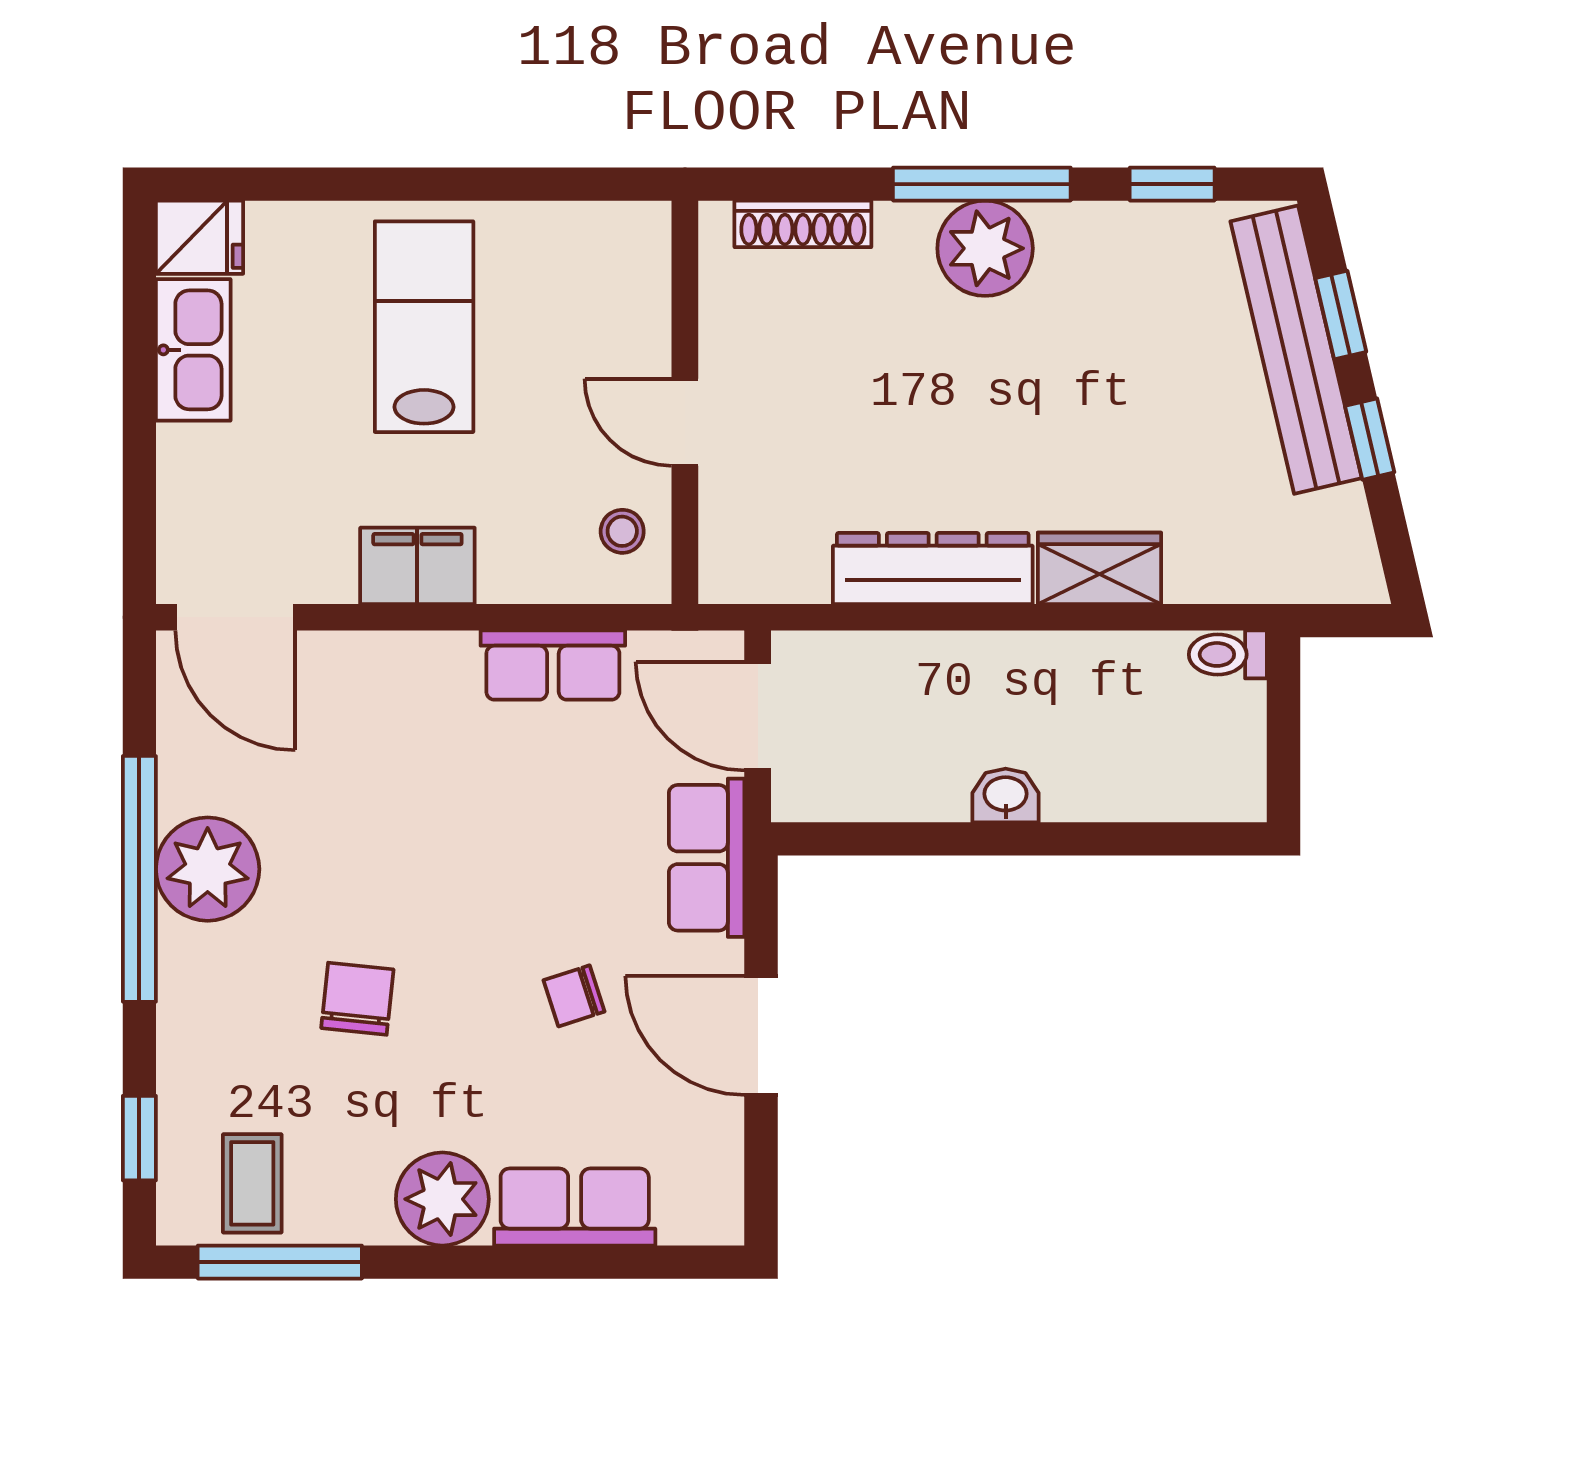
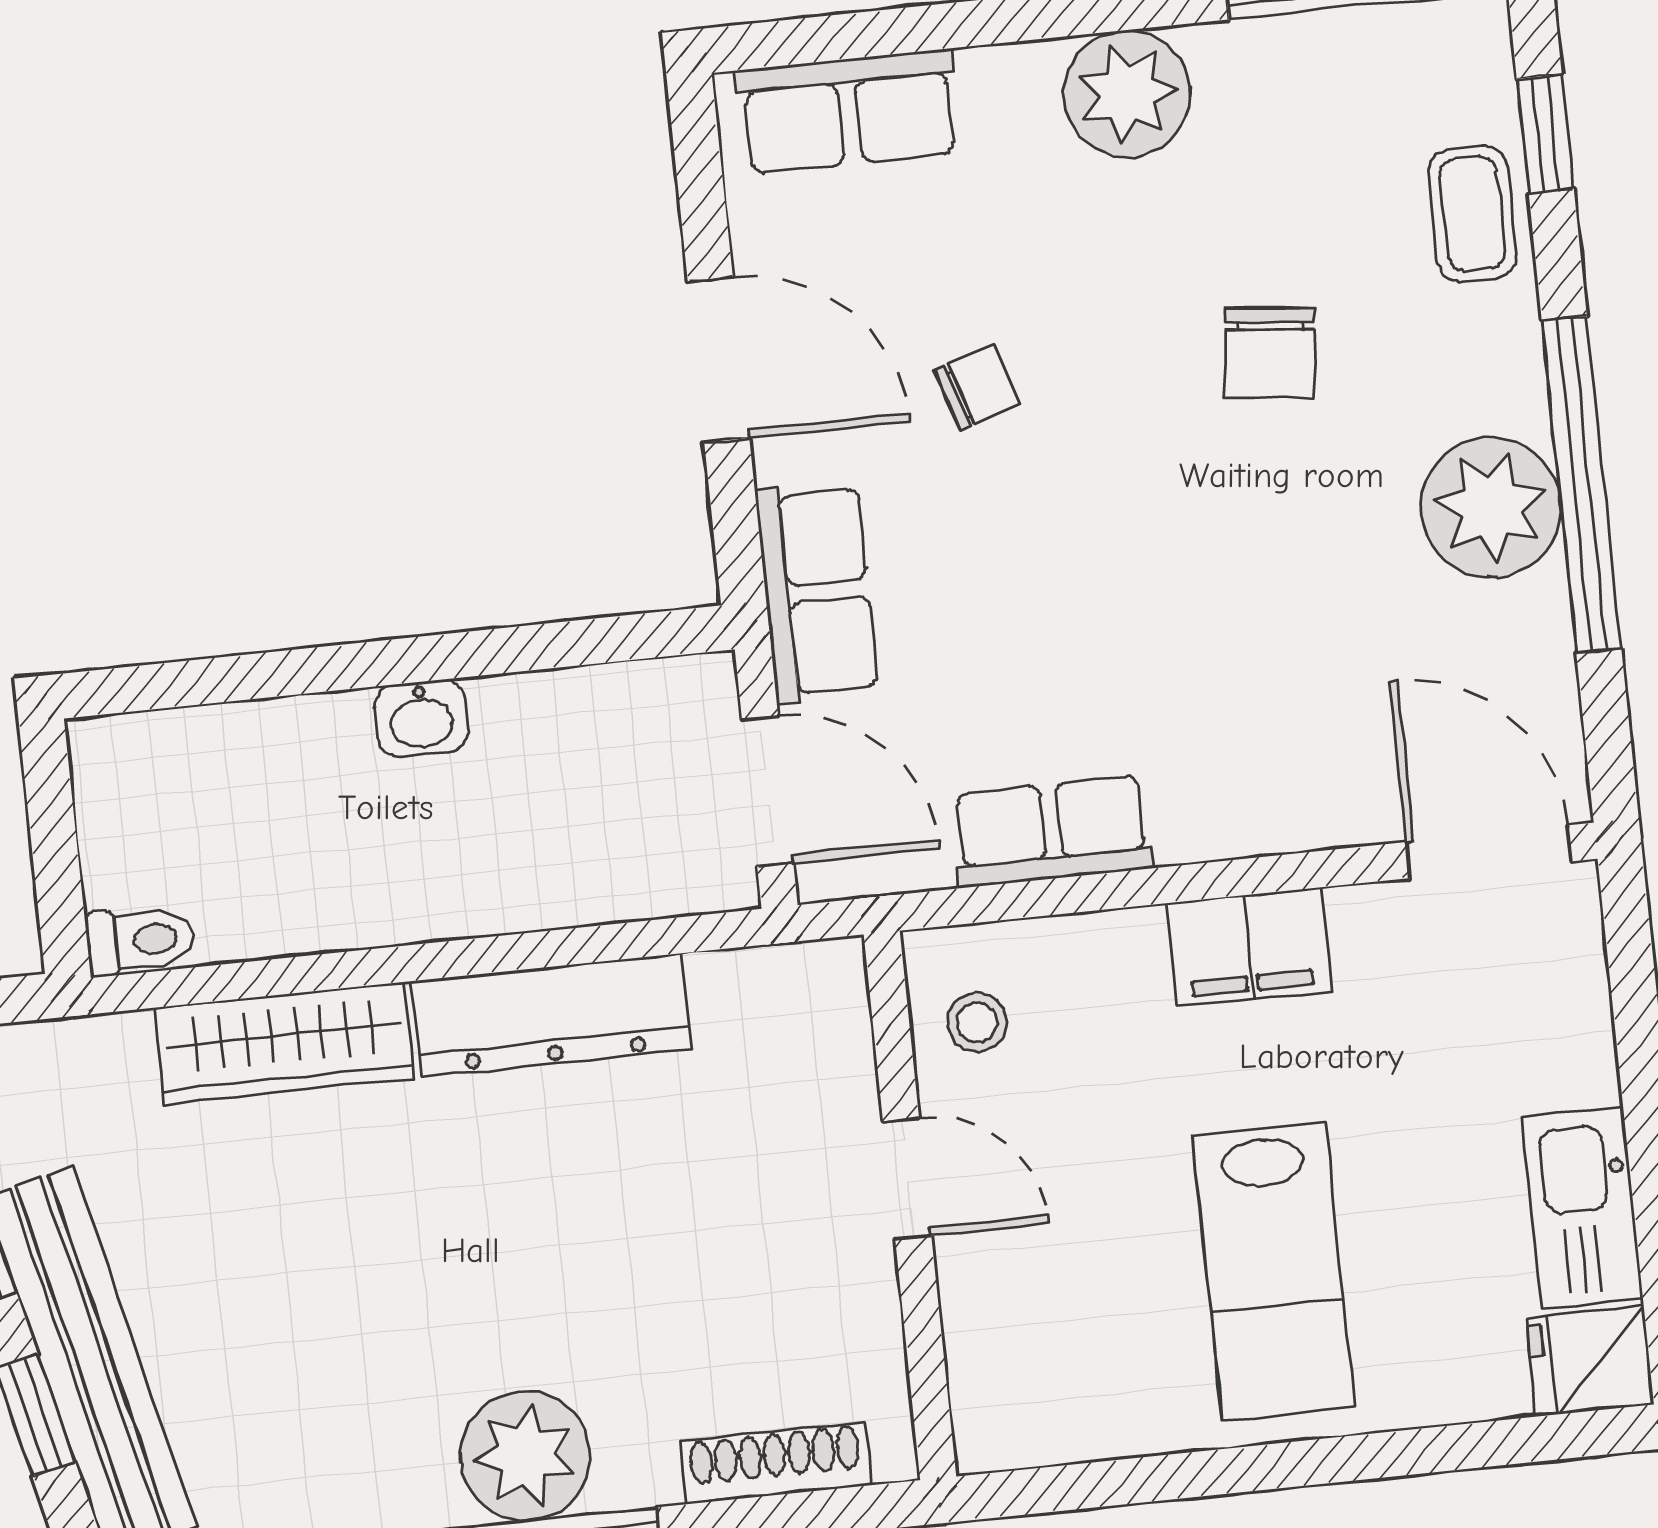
wardrobe: (1099, 568) -> (284, 1043), width x1.50
coffee table: (252, 1183) -> (1473, 214), moved
row of seats: (575, 1207) -> (848, 112), moved

